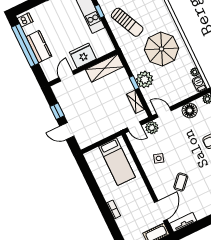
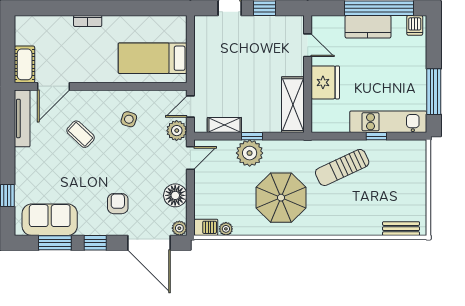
door: (161, 211) -> (54, 86), hinge flipped
tv unit: (183, 222) -> (22, 118), width x1.41

